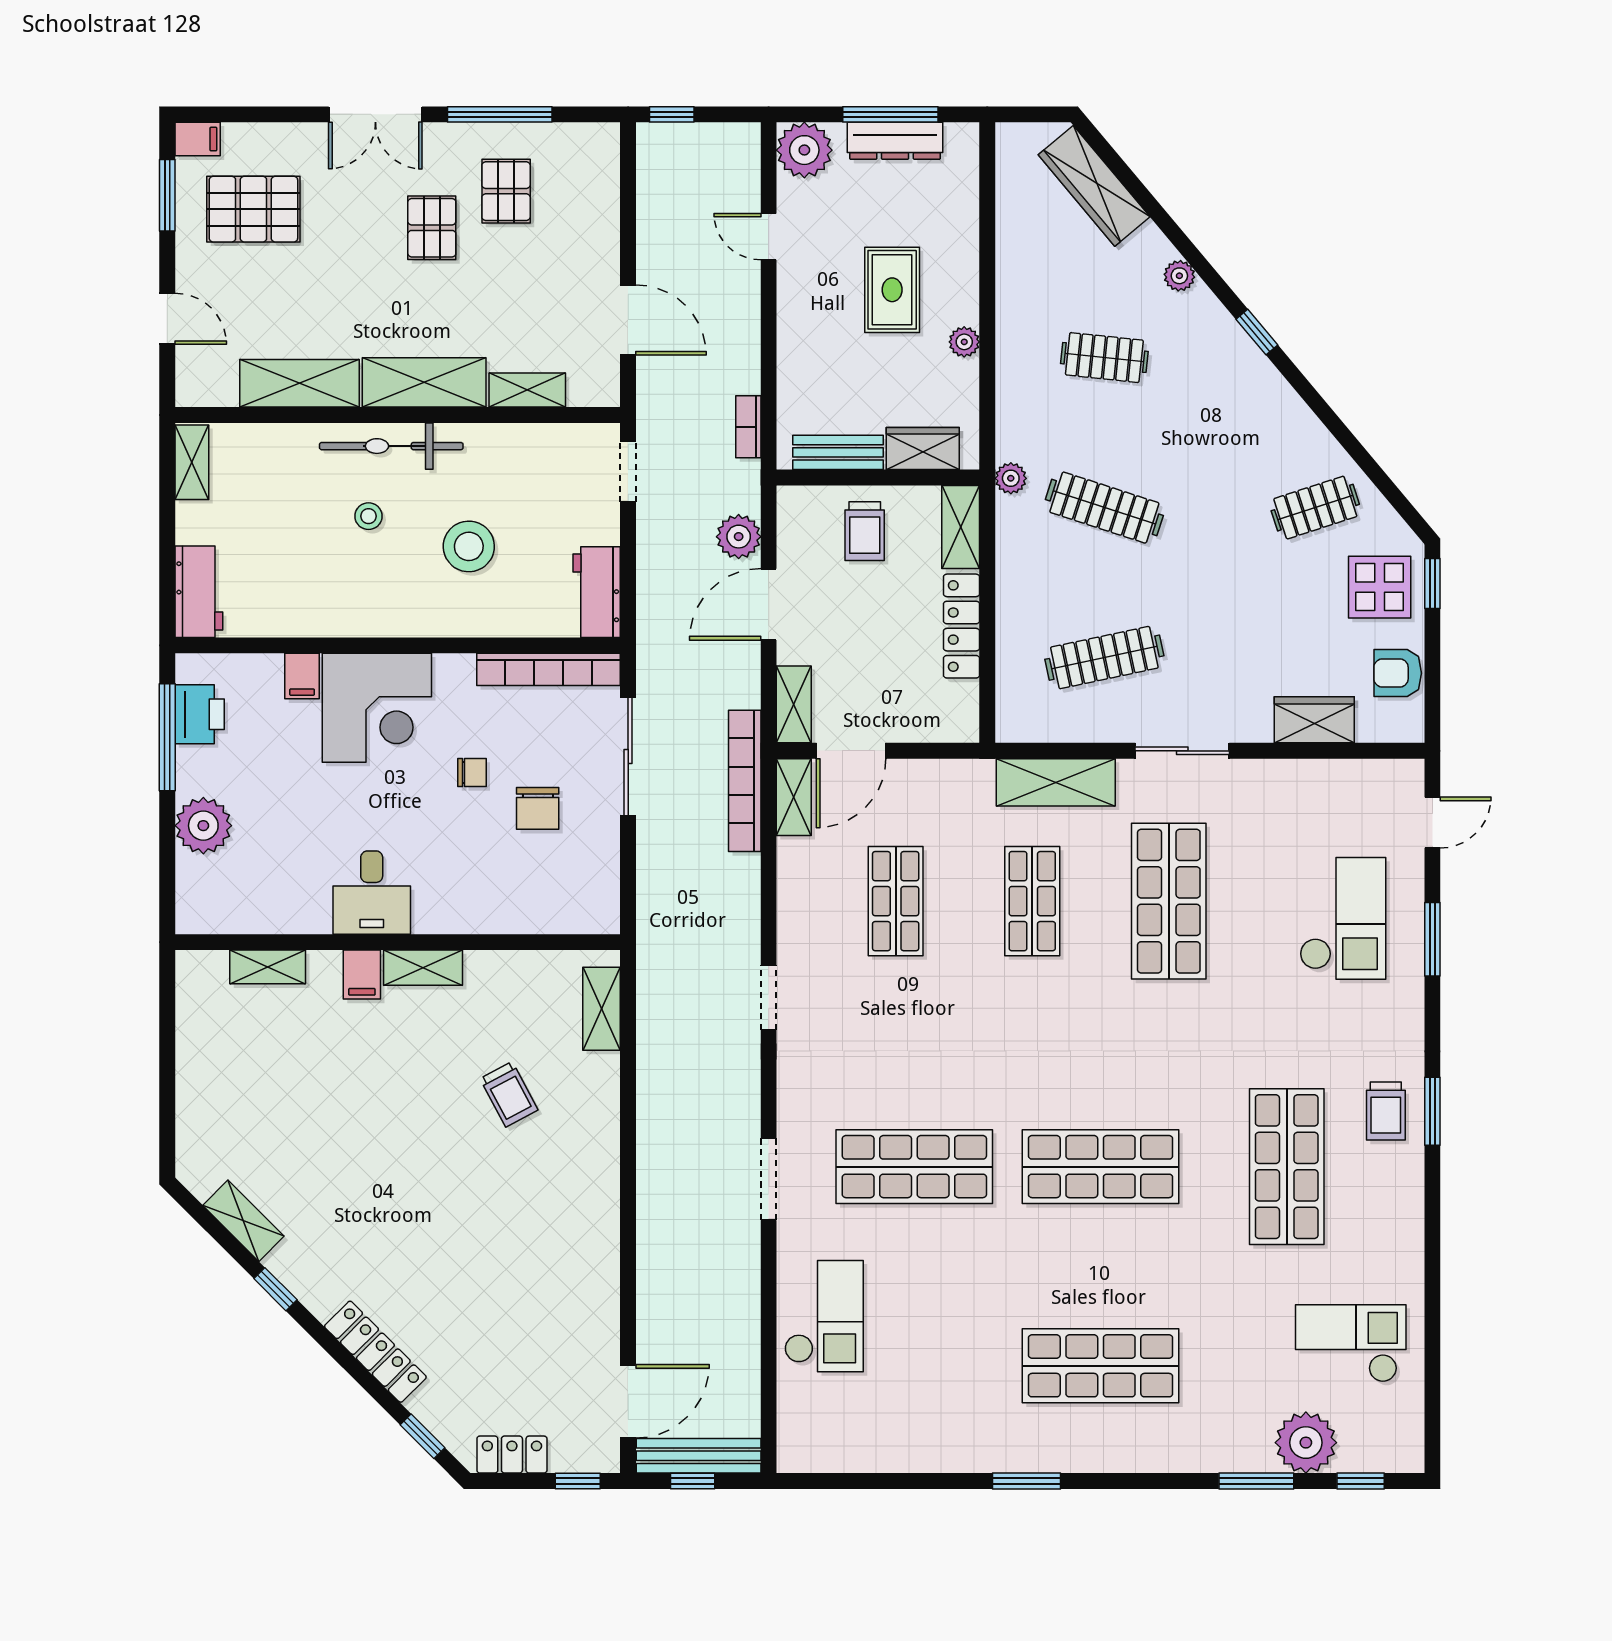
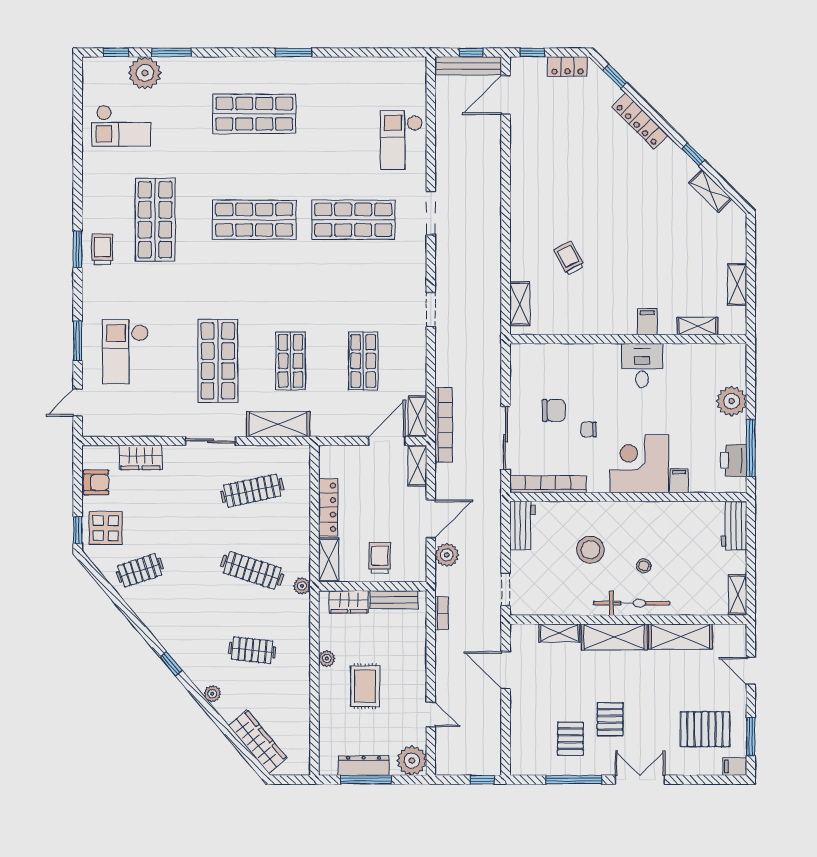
chair: (538, 808) -> (554, 410), turned 90
shelving: (423, 968) -> (737, 284), moved, turned 90

